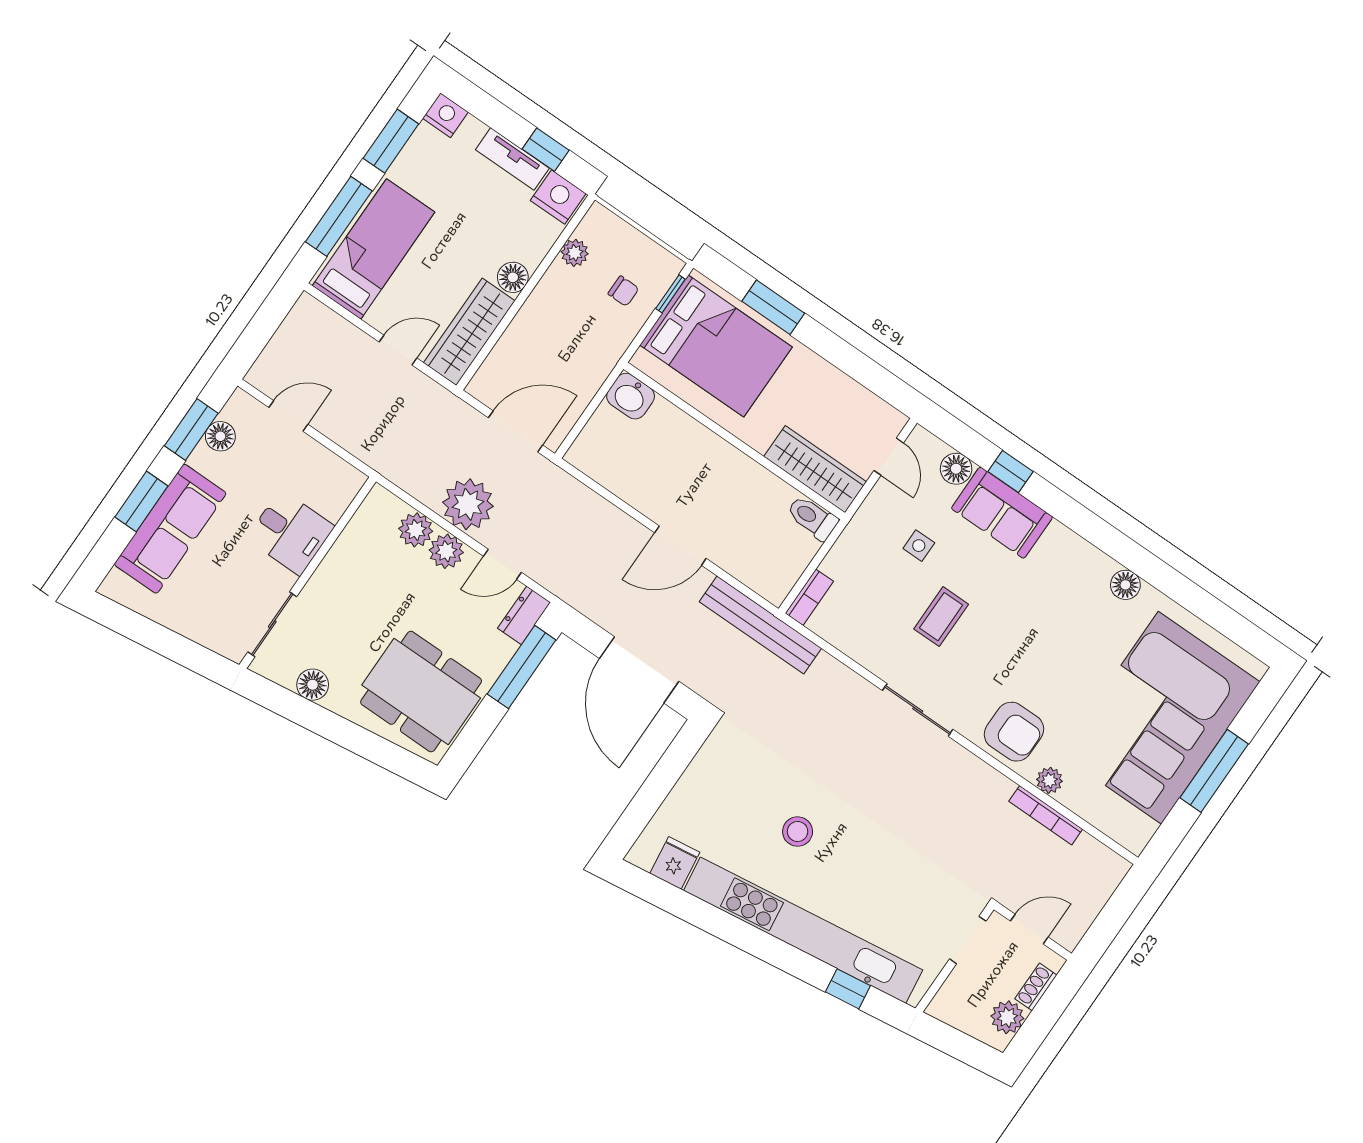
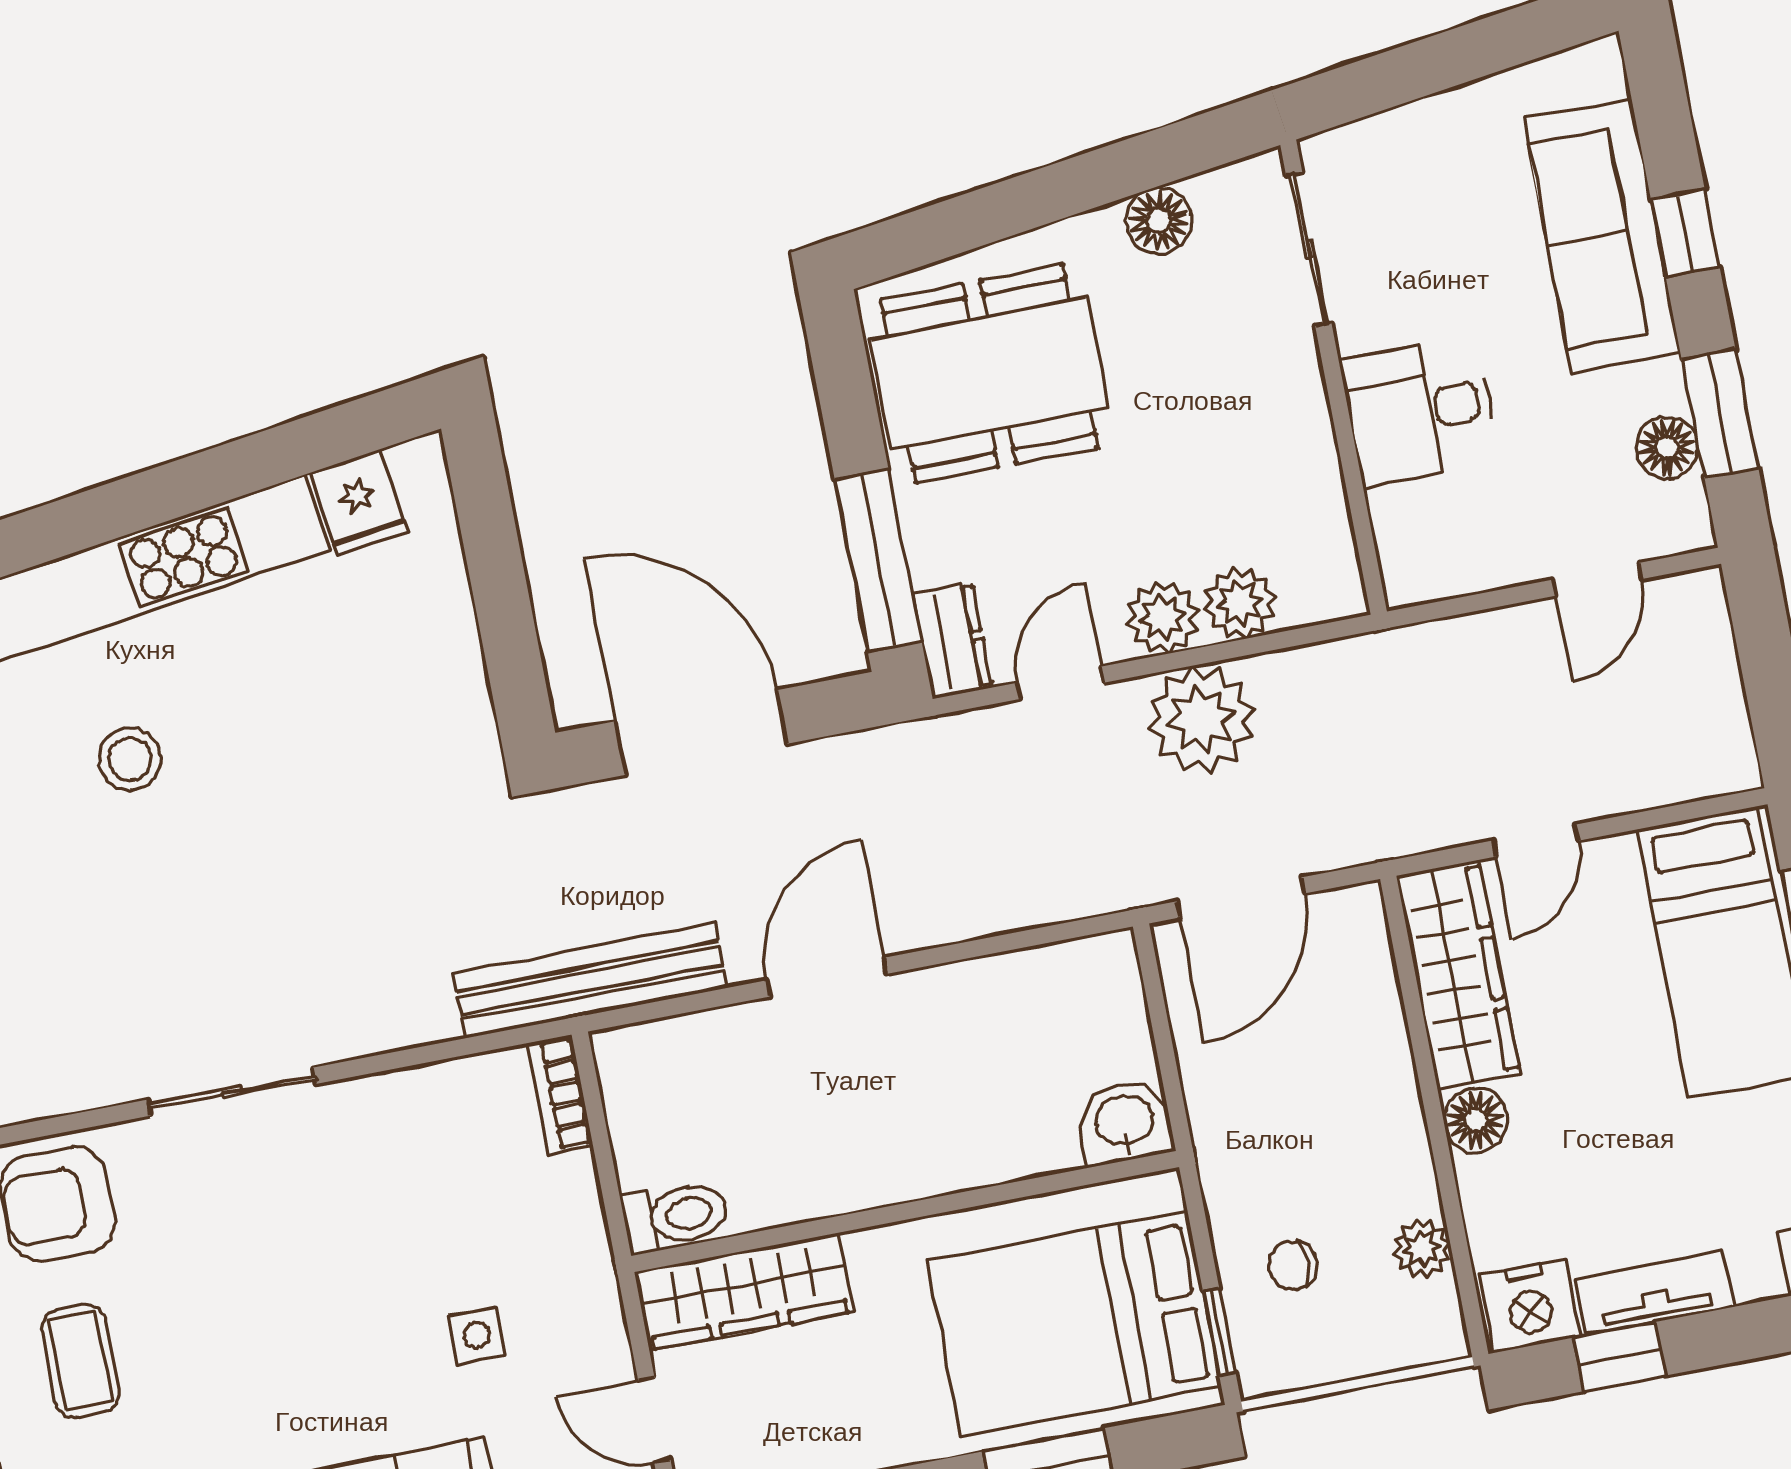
window: (141, 501) -> (1685, 233), width x0.67
coffee table: (941, 617) -> (81, 1361), moved
stool: (798, 832) -> (130, 759), moved

